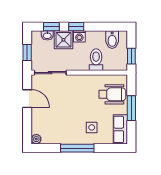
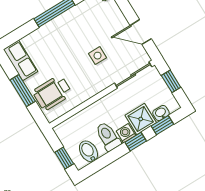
window: (131, 56) -> (64, 158), moved
toilet: (96, 60) -> (108, 136), moved, turned 180
side table: (92, 127) -> (98, 56), moved

